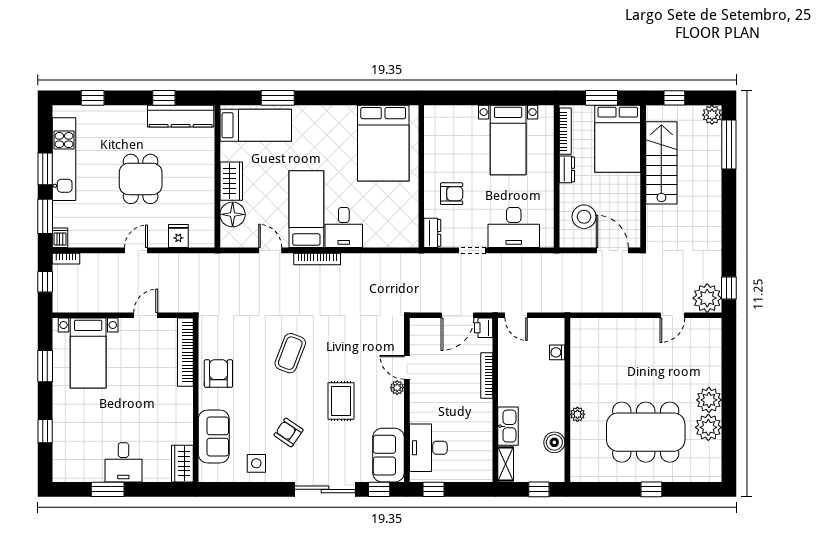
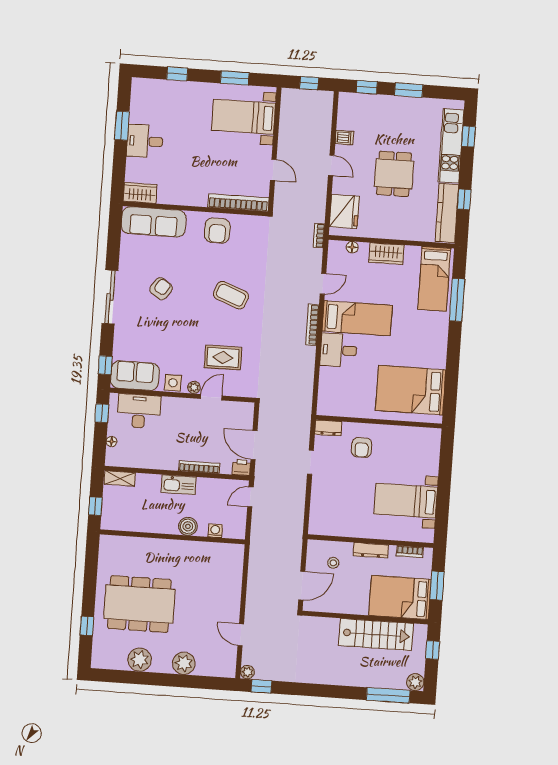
window: (278, 98) -> (457, 300), width x1.44
bookcase: (565, 131) -> (410, 552), width x0.64
kitchen unit: (64, 159) -> (451, 146), moved, turned 90
dresser: (567, 169) -> (371, 550), width x1.44
dining table: (141, 179) -> (394, 174), turned 90
floor lamp: (233, 214) -> (352, 247), width x0.53, depth x0.53
window: (45, 216) -> (367, 87), width x0.67
stool: (584, 217) -> (333, 563), width x0.53, depth x0.53
desk: (514, 227) -> (328, 500), removed
fridge: (178, 236) -> (344, 211), width x1.88, depth x1.34
dishwasher: (60, 238) -> (344, 137), moved
bookcase: (66, 259) -> (319, 236), moved
plant: (707, 298) -> (247, 672), width x0.53, depth x0.53
armchair: (218, 374) -> (217, 231), turned 90
plant: (709, 400) -> (184, 663), moved
rug: (341, 401) -> (223, 357), moved
plant: (577, 414) -> (159, 545), removed
kitchen sink: (508, 426) -> (179, 485), moved
dining table: (646, 432) -> (139, 604), turned 90
sofa: (214, 436) -> (154, 222), width x1.36
boiler: (554, 442) -> (188, 526), moved
side table: (256, 463) -> (173, 383), moved
floor lamp: (465, 476) -> (112, 442), added
sliding door: (325, 489) -> (110, 297), moved
window: (651, 489) -> (87, 626), moved

